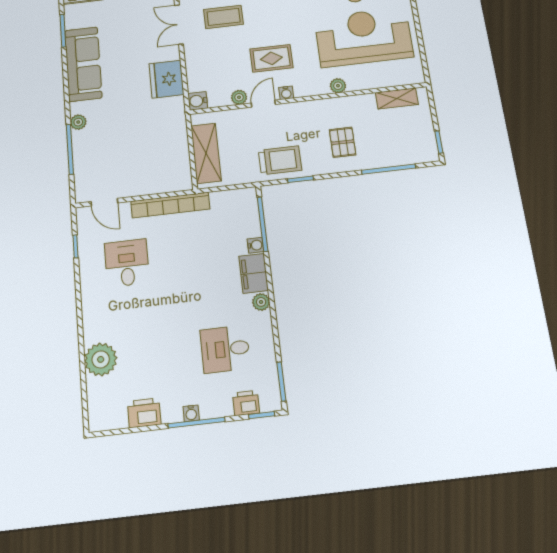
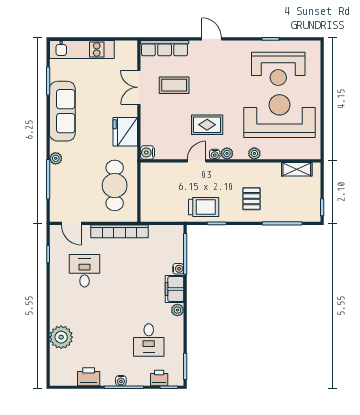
plant: (239, 97) -> (227, 153), moved
cafe table: (158, 147) -> (115, 185), added
shelving: (206, 153) -> (150, 195), removed
desk: (225, 349) -> (149, 340), turned -90

